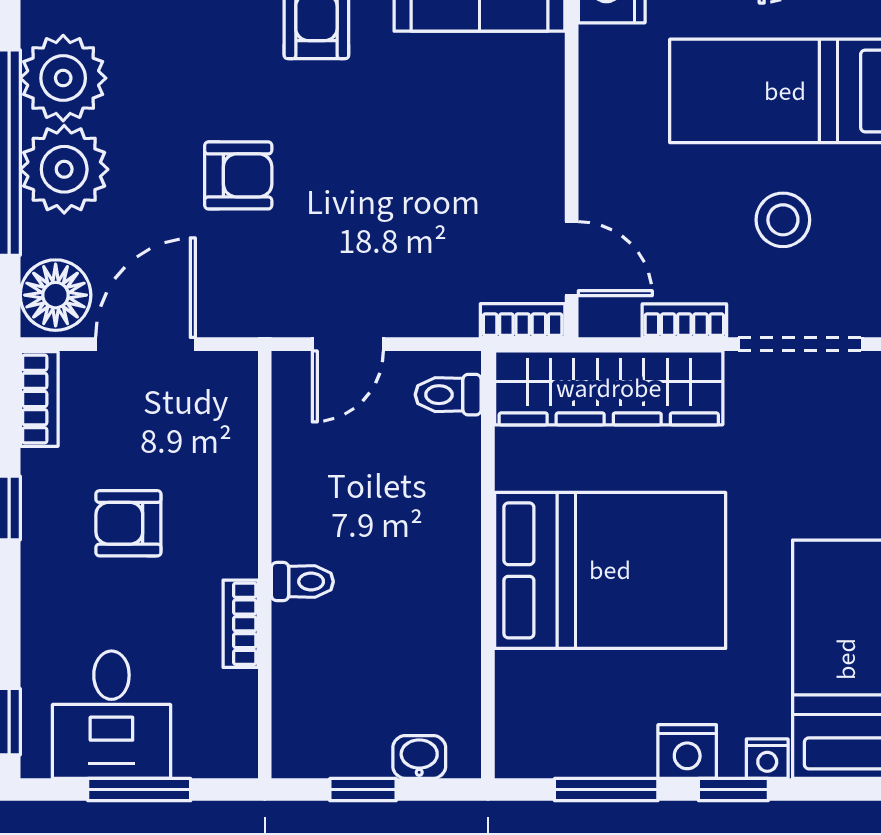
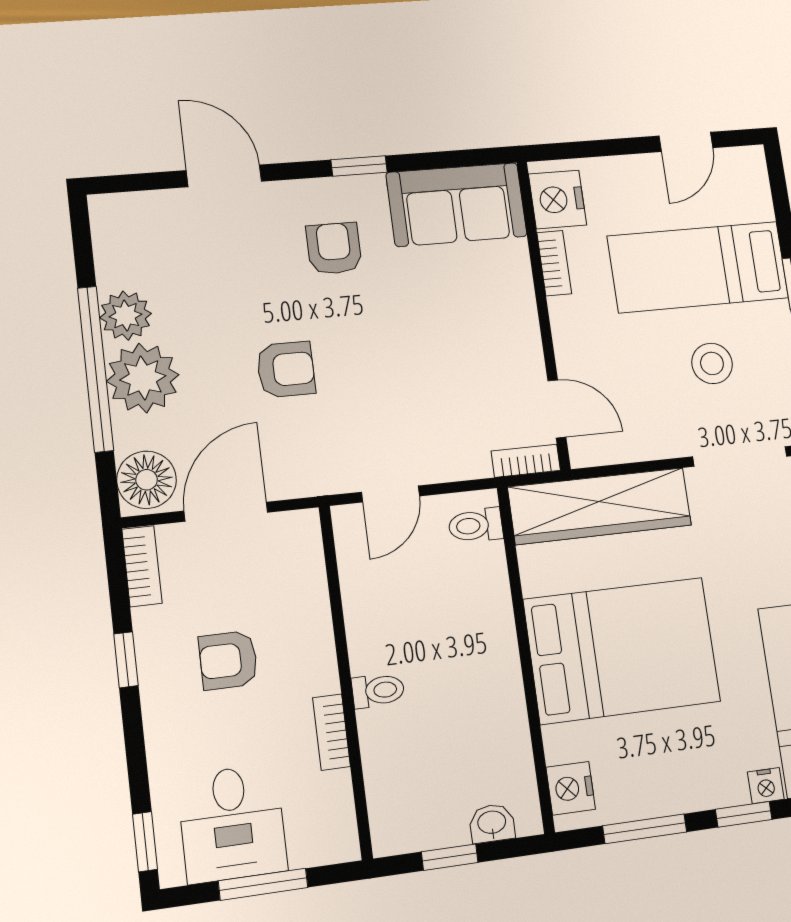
plant: (63, 78) -> (126, 316), width x0.73, depth x0.73
bookcase: (684, 321) -> (554, 263), moved, turned 90
nightstand: (687, 752) -> (571, 788), moved, turned 90

